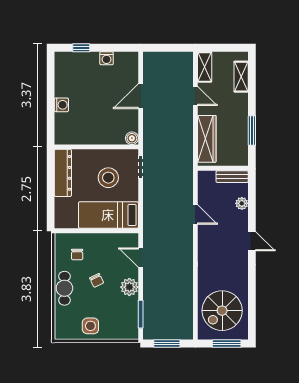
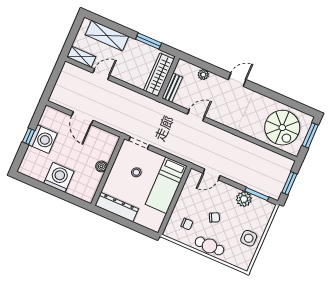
window: (81, 48) -> (28, 136), moved
washing machine: (107, 58) -> (43, 139), width x1.89, depth x1.89
shelving: (241, 77) -> (107, 36), width x1.50, depth x1.33
washing machine: (61, 105) -> (59, 177), width x1.89, depth x1.89
boiler: (132, 138) -> (101, 166), moved
wardrobe: (207, 139) -> (159, 75), moved, turned -90
bench: (232, 177) -> (172, 88), moved
stool: (108, 178) -> (136, 172), width x0.53, depth x0.53
plant: (129, 287) -> (244, 199), moved

